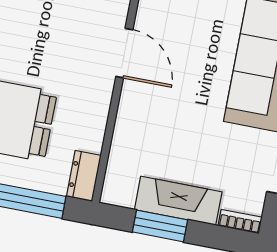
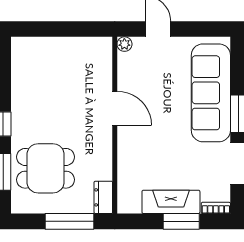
window: (160, 226) -> (181, 221), moved

